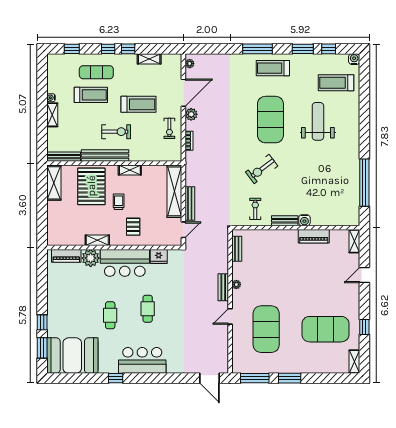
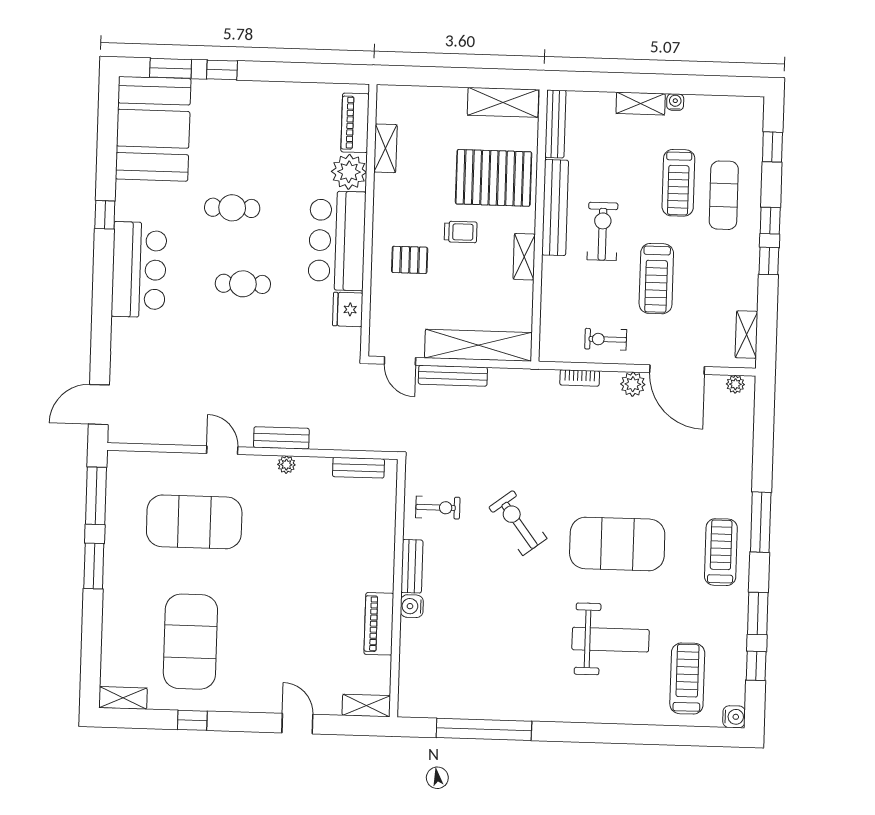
shelving: (149, 59) -> (746, 335), moved
exercise bike: (116, 132) -> (603, 231), turned 180
shelving: (97, 240) -> (385, 148), moved

